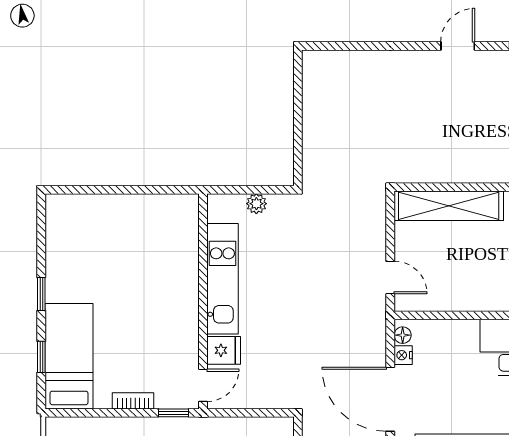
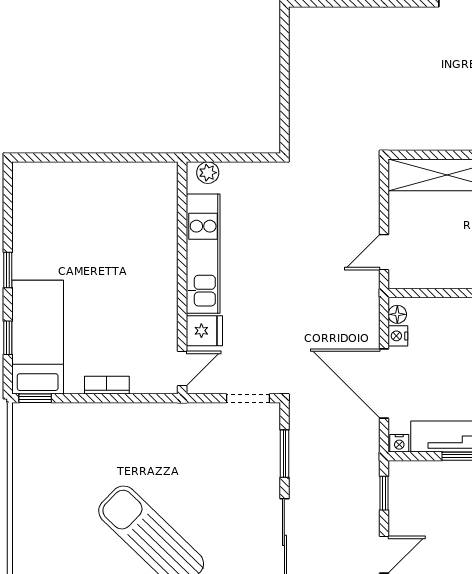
plant: (256, 204) -> (208, 173), moved
door: (390, 277) -> (384, 252), swing flipped
window: (174, 413) -> (35, 398), moved
doorway: (264, 413) -> (248, 398), added

